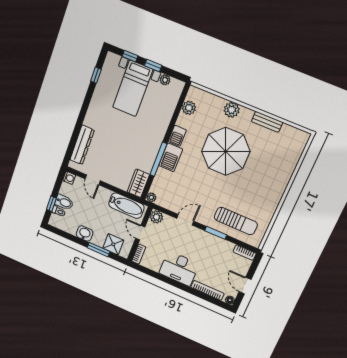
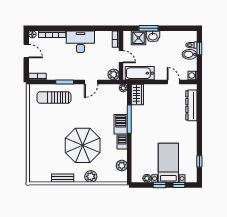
washbasin: (85, 233) -> (153, 36), moved

